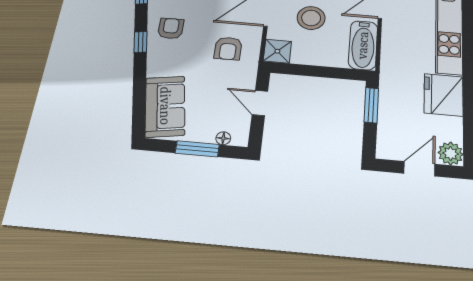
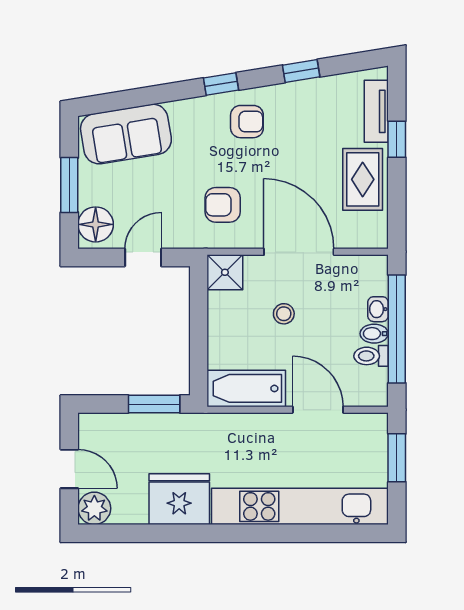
stool: (311, 18) -> (284, 314), width x0.53, depth x0.53
floor lamp: (223, 138) -> (96, 224), width x1.89, depth x1.89

